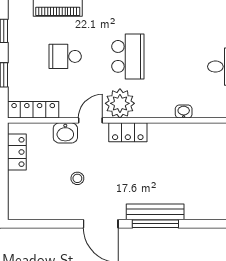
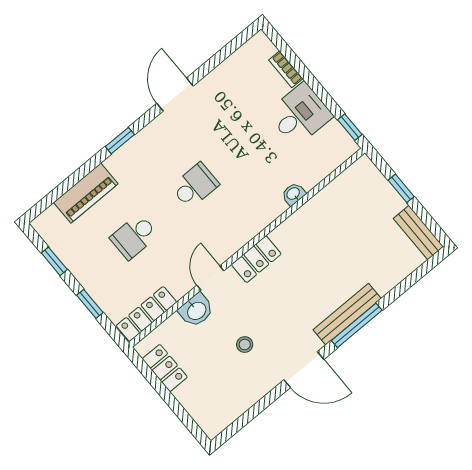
school desk: (128, 56) -> (195, 186), width x0.54
plant: (120, 103) -> (225, 238), removed

